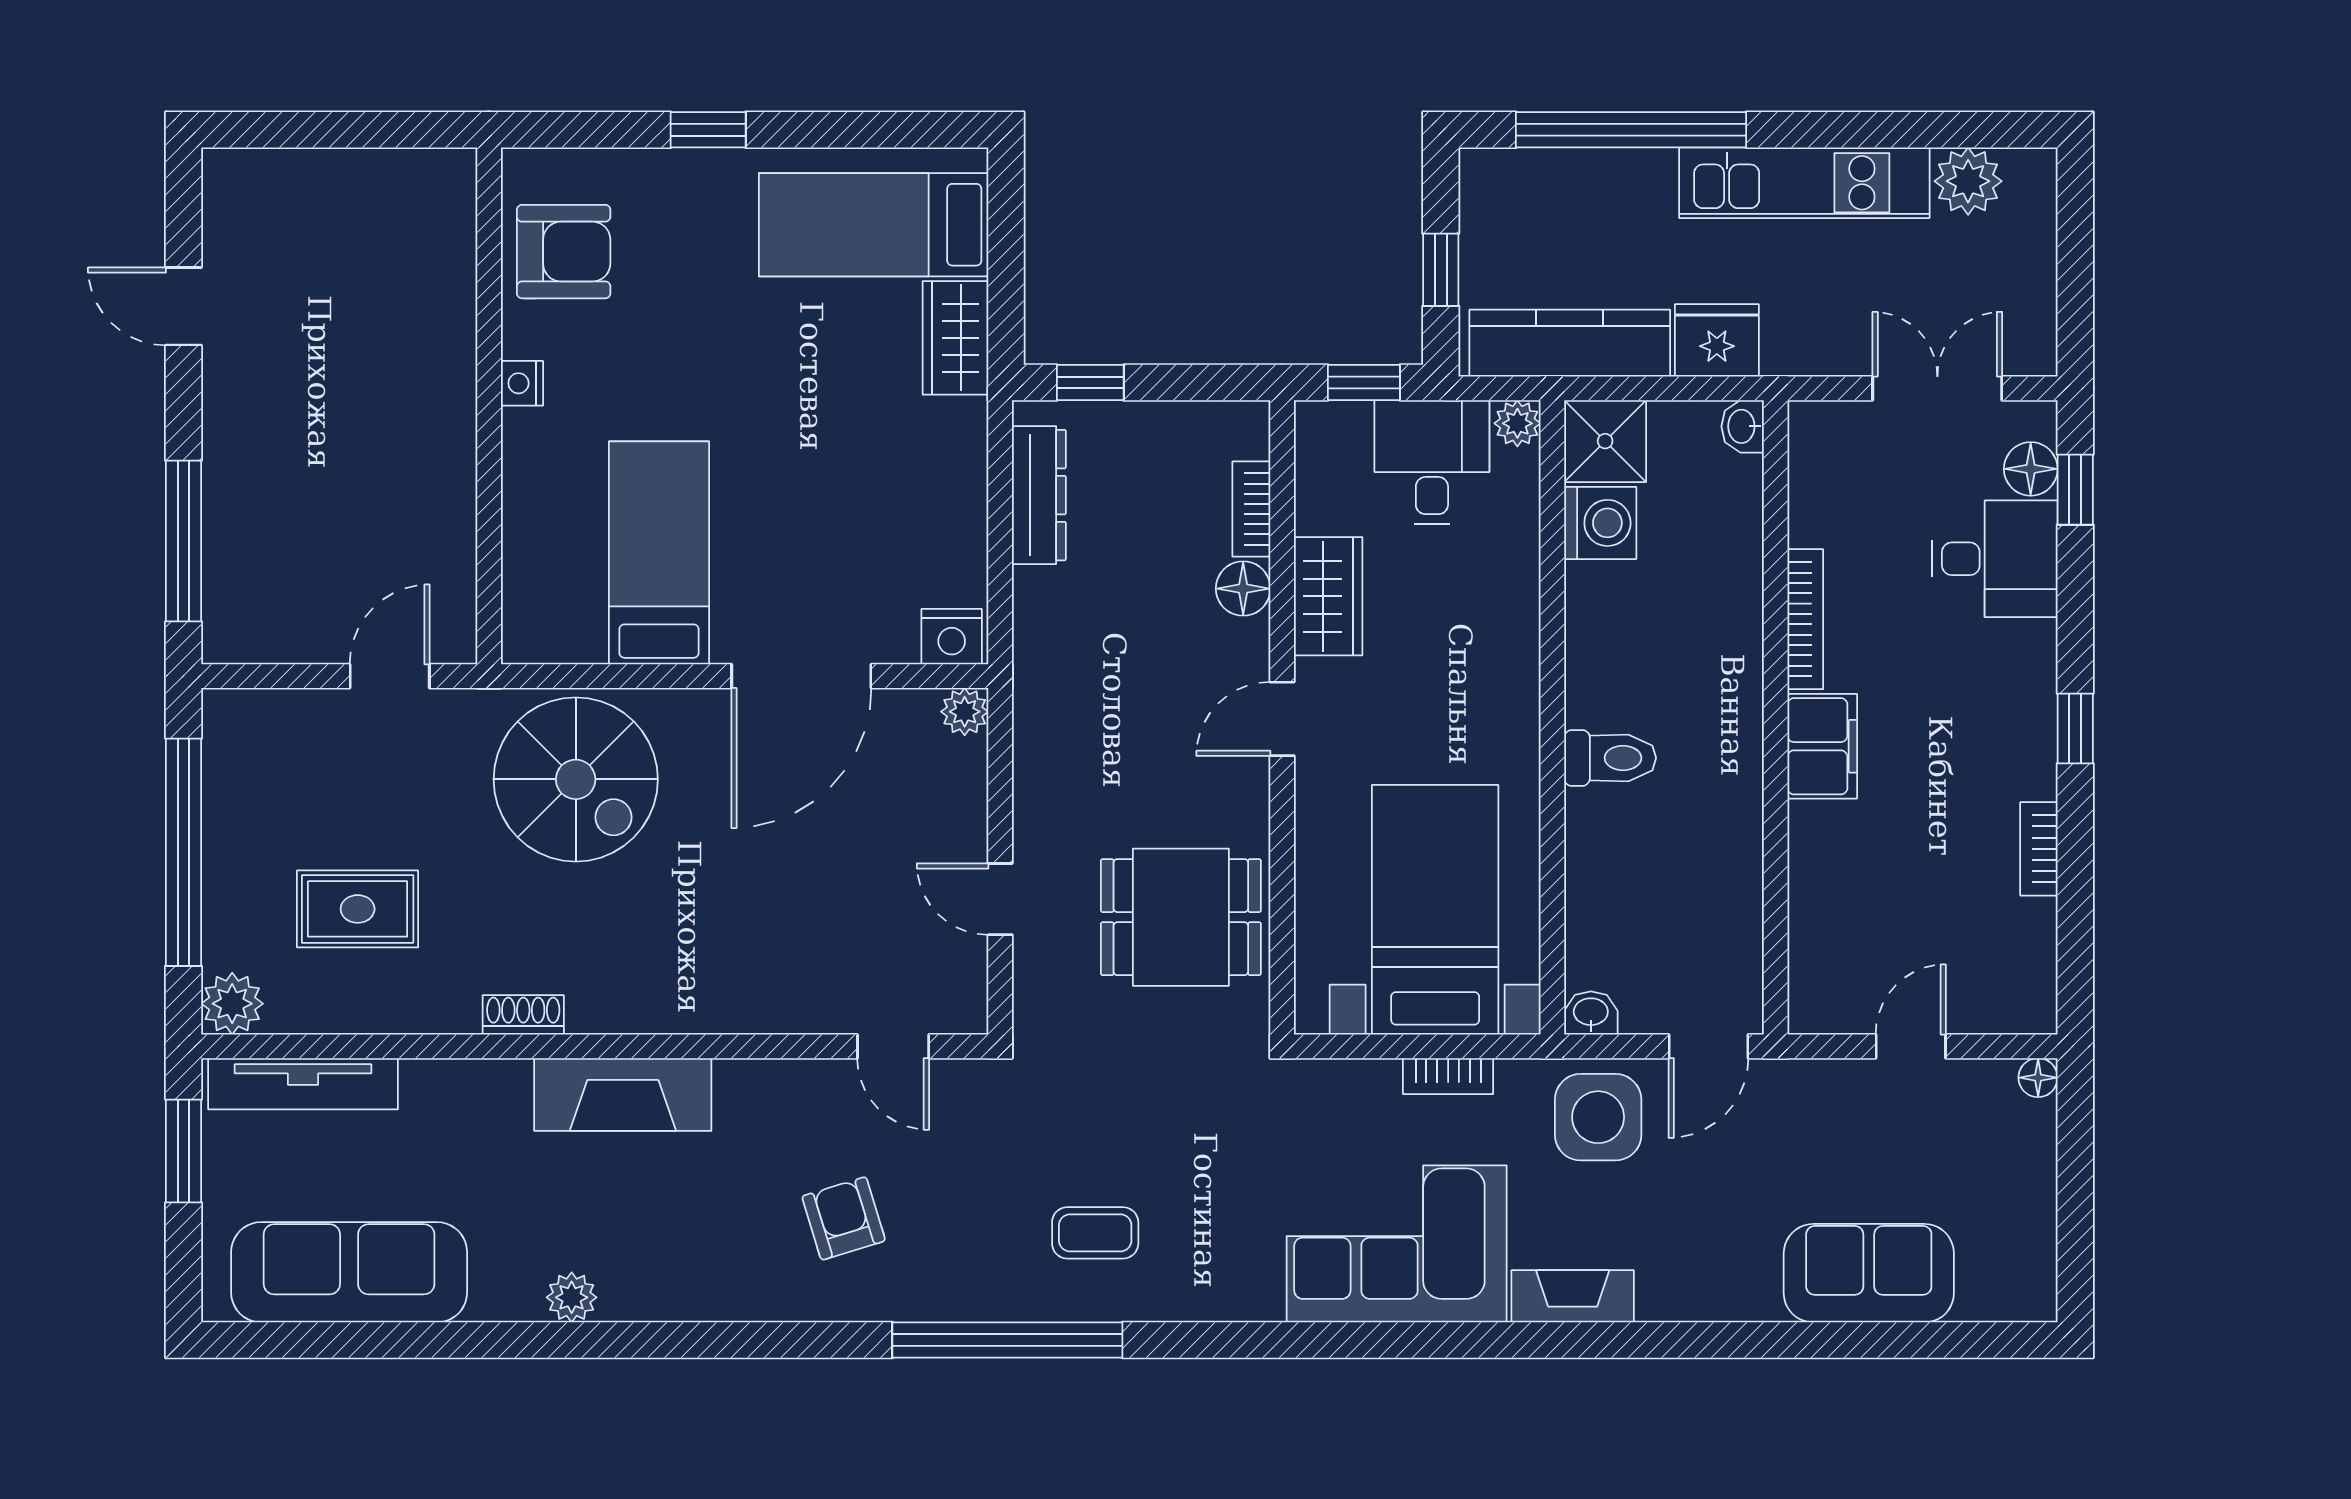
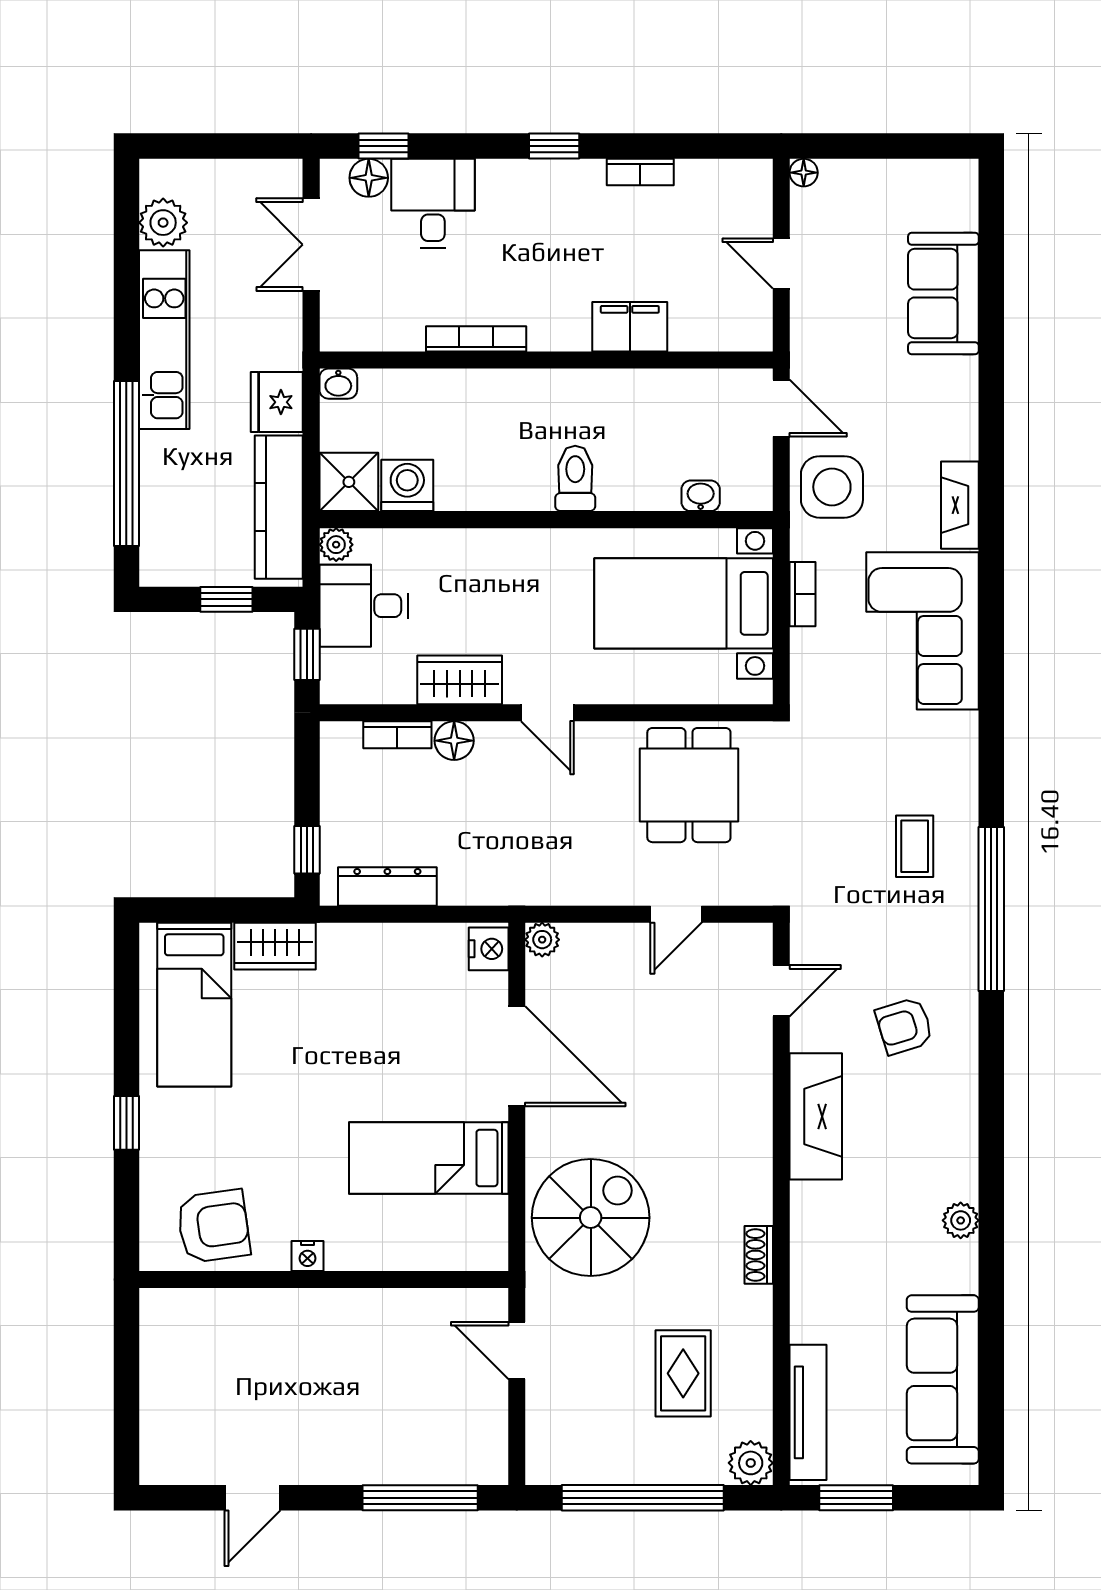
armchair: (564, 252) -> (213, 1226), turned 82
filing cabinet: (1822, 746) -> (630, 327), moved
washbasin: (1591, 1013) -> (701, 496), moved, turned 90
fireplace: (623, 1095) -> (816, 1116), moved

